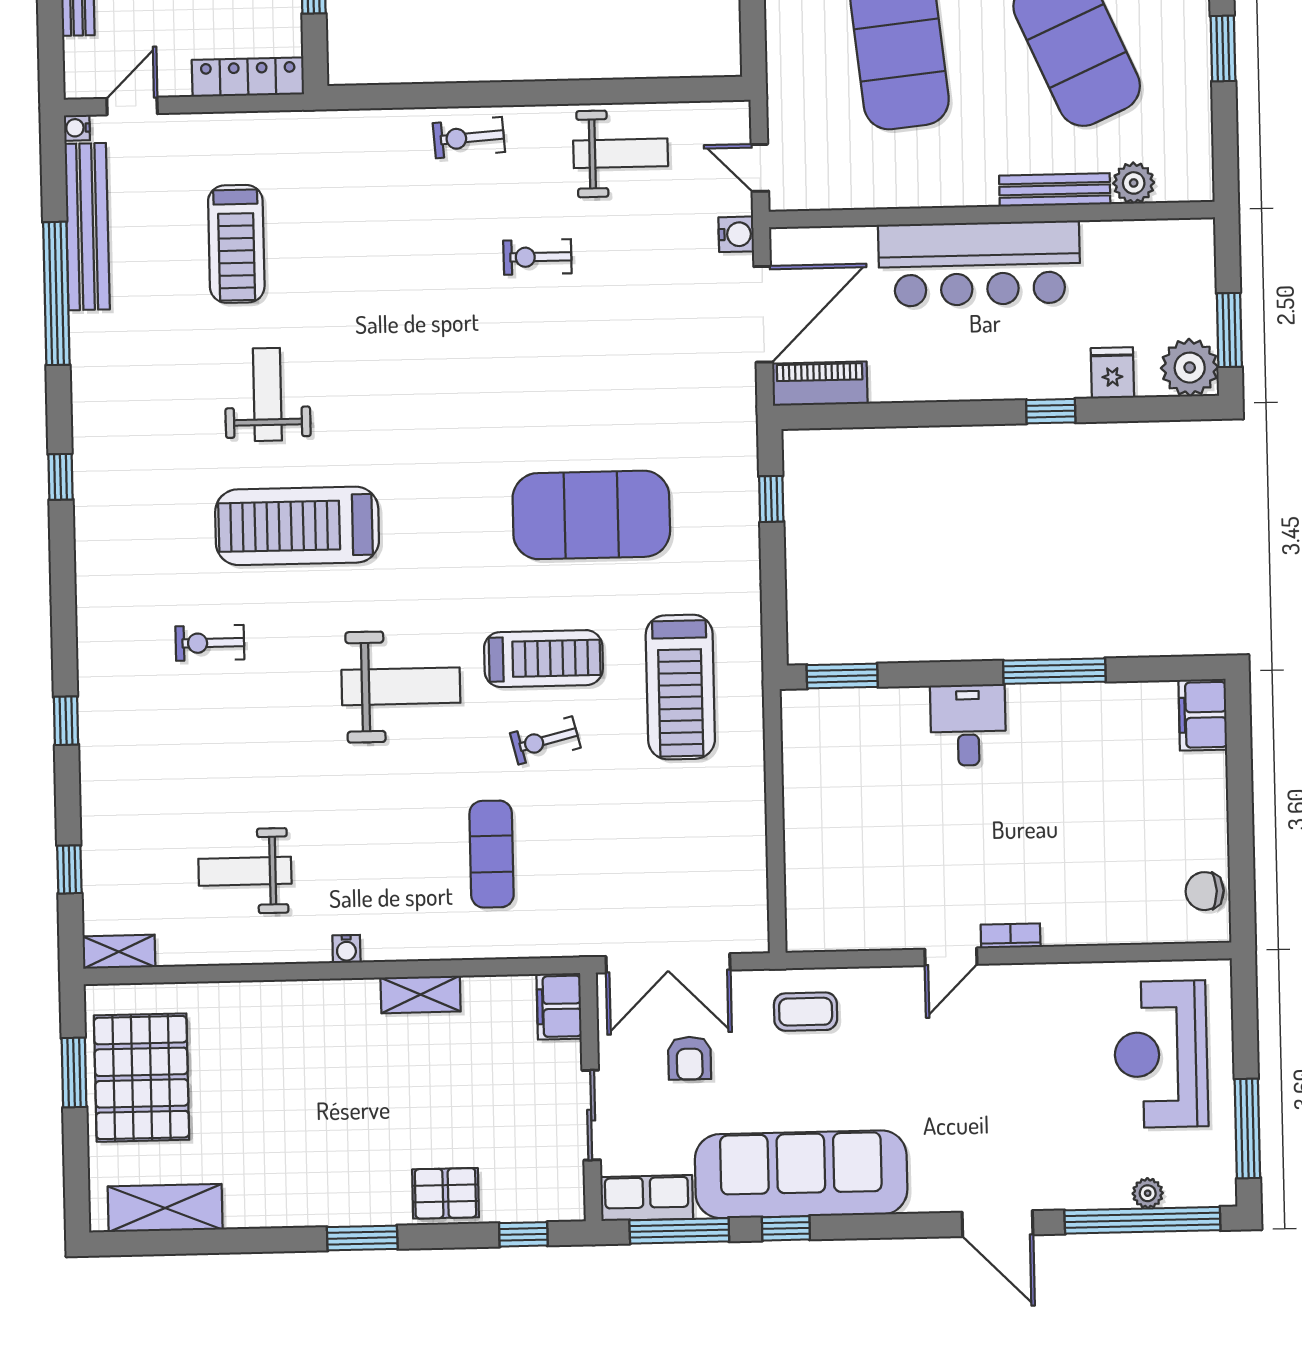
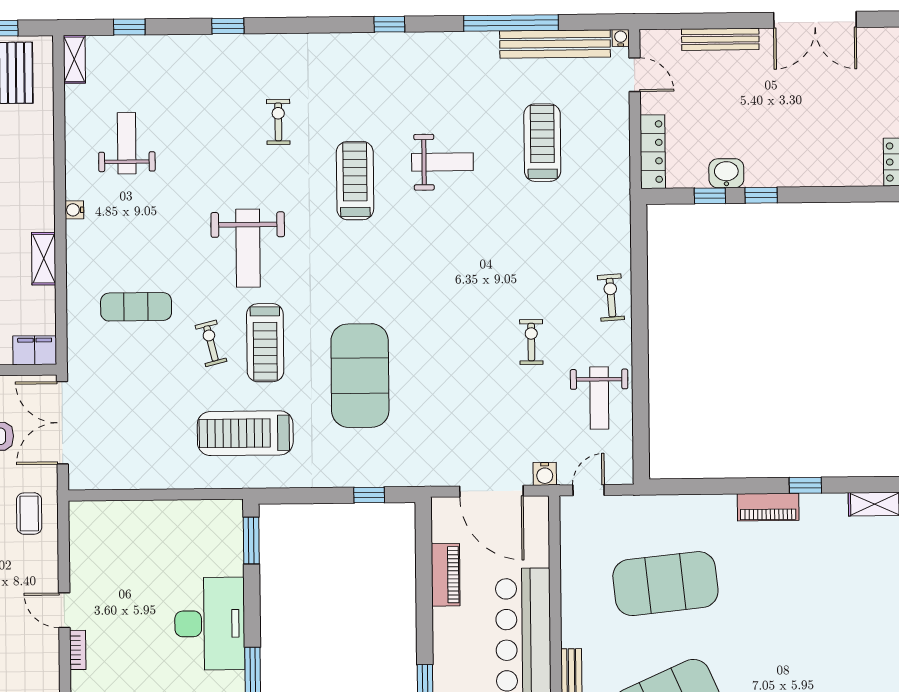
treadmill: (236, 244) -> (542, 143), turned 90
piano: (820, 384) -> (446, 575), moved
treadmill: (297, 526) -> (355, 181), width x0.73, depth x0.73
desk: (968, 725) -> (210, 624), width x1.87, depth x1.30

